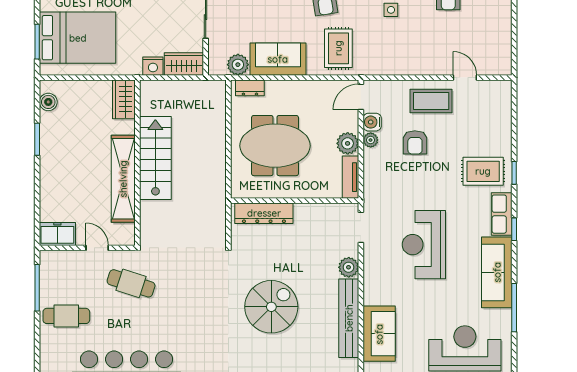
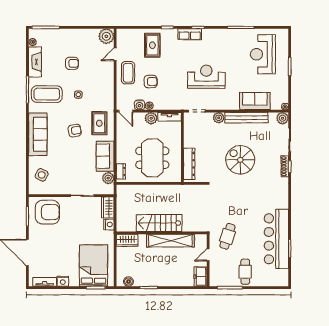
rug: (338, 48) -> (99, 123), turned 90
plant: (498, 61) -> (106, 36), added
rug: (483, 171) -> (152, 45), moved
reception desk: (424, 245) -> (206, 77), turned 180
sofa: (497, 272) -> (222, 37), removed

